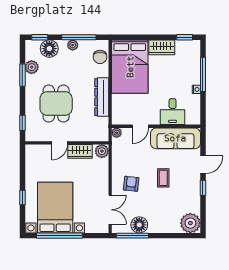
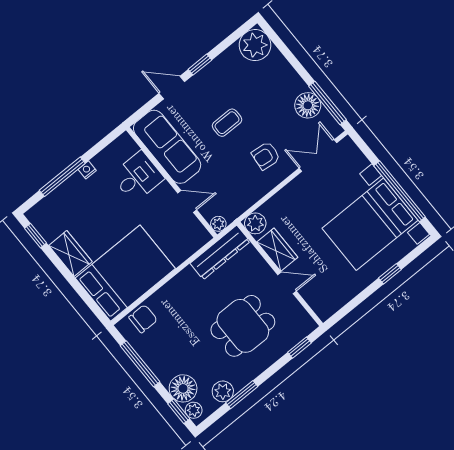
plant: (73, 45) -> (194, 410), moved
dresser: (102, 97) -> (220, 252), moved

